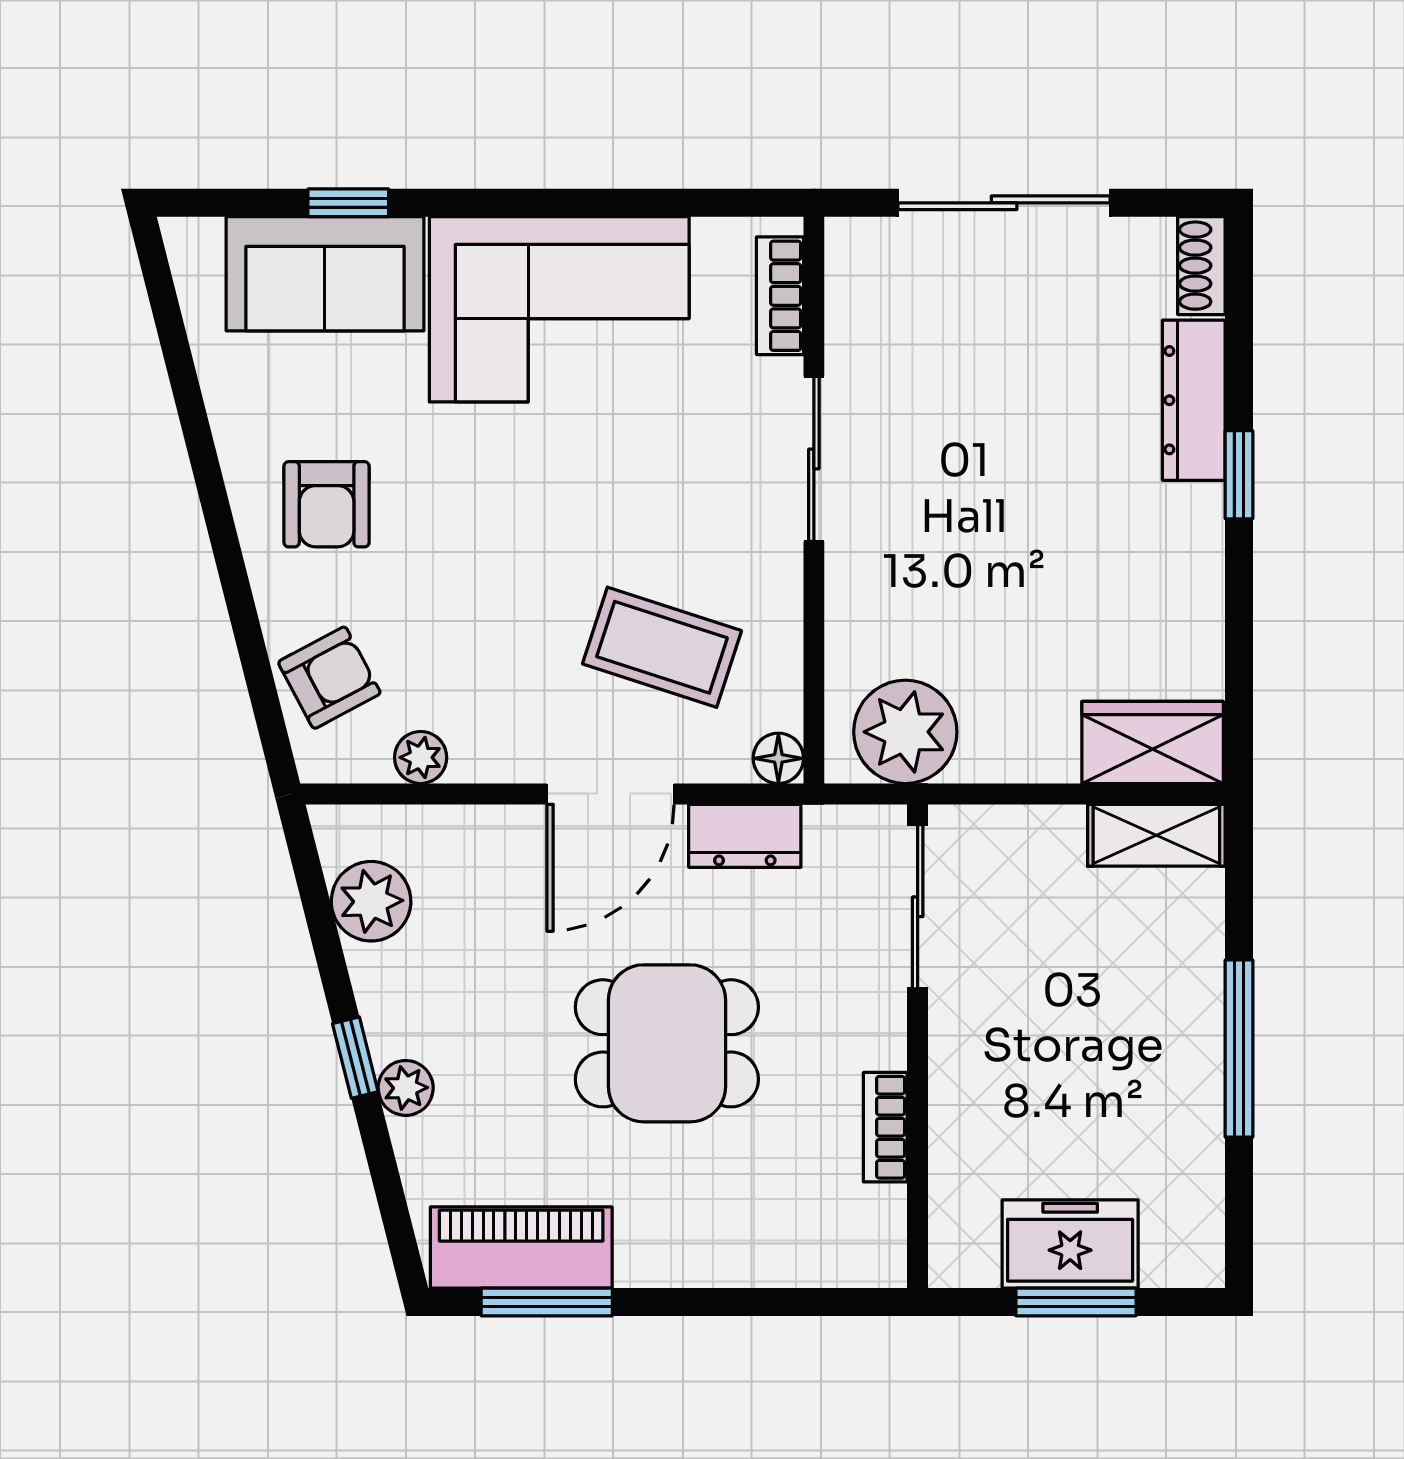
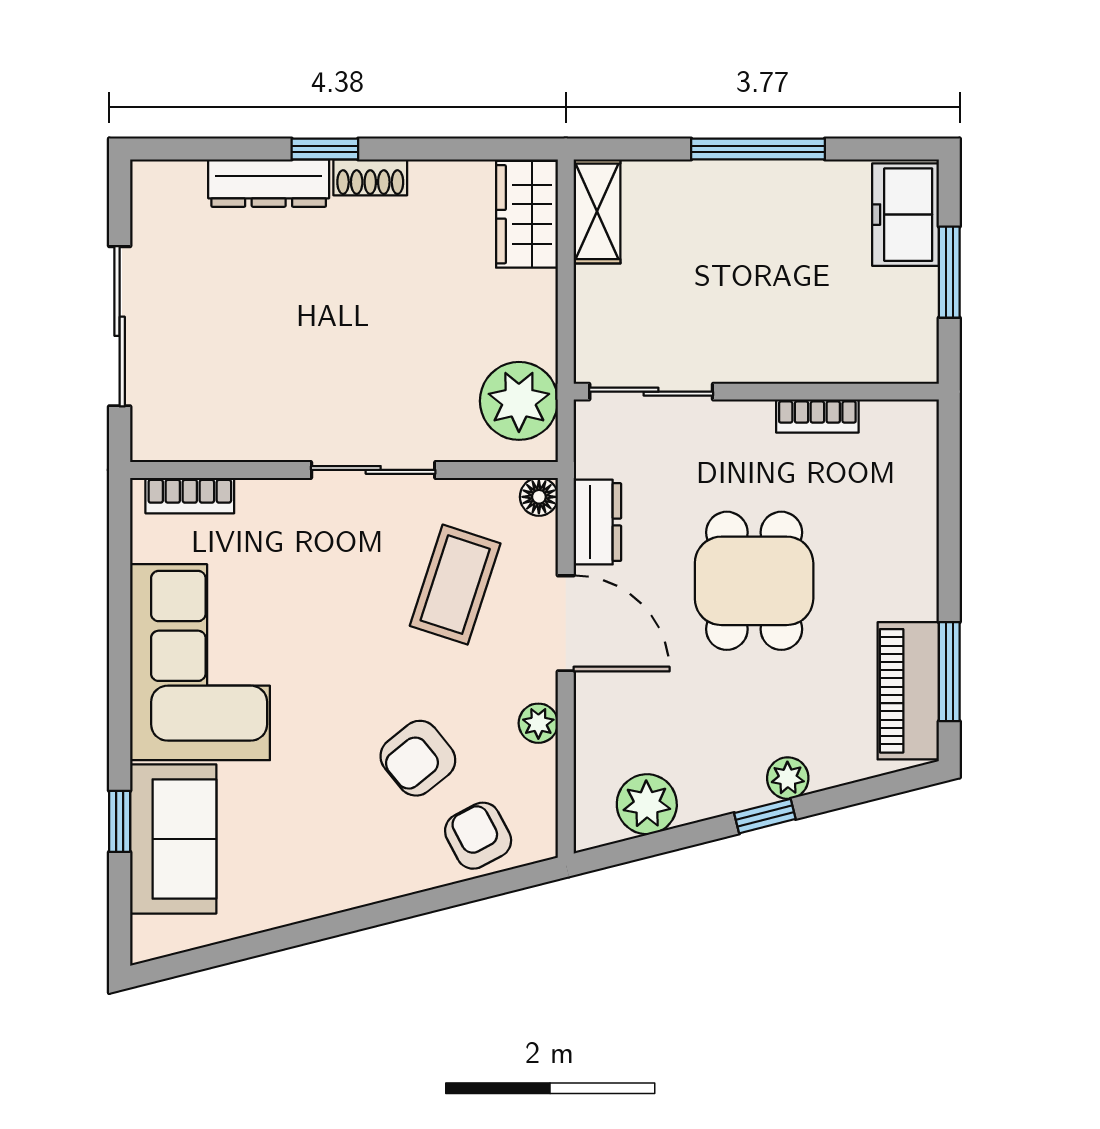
shoe rack: (1201, 266) -> (370, 177), moved
sliding door: (814, 459) -> (373, 470), moved
armchair: (327, 504) -> (418, 758), moved, turned 141
plant: (421, 757) -> (538, 723), moved
freezer: (1070, 1244) -> (906, 215), moved

